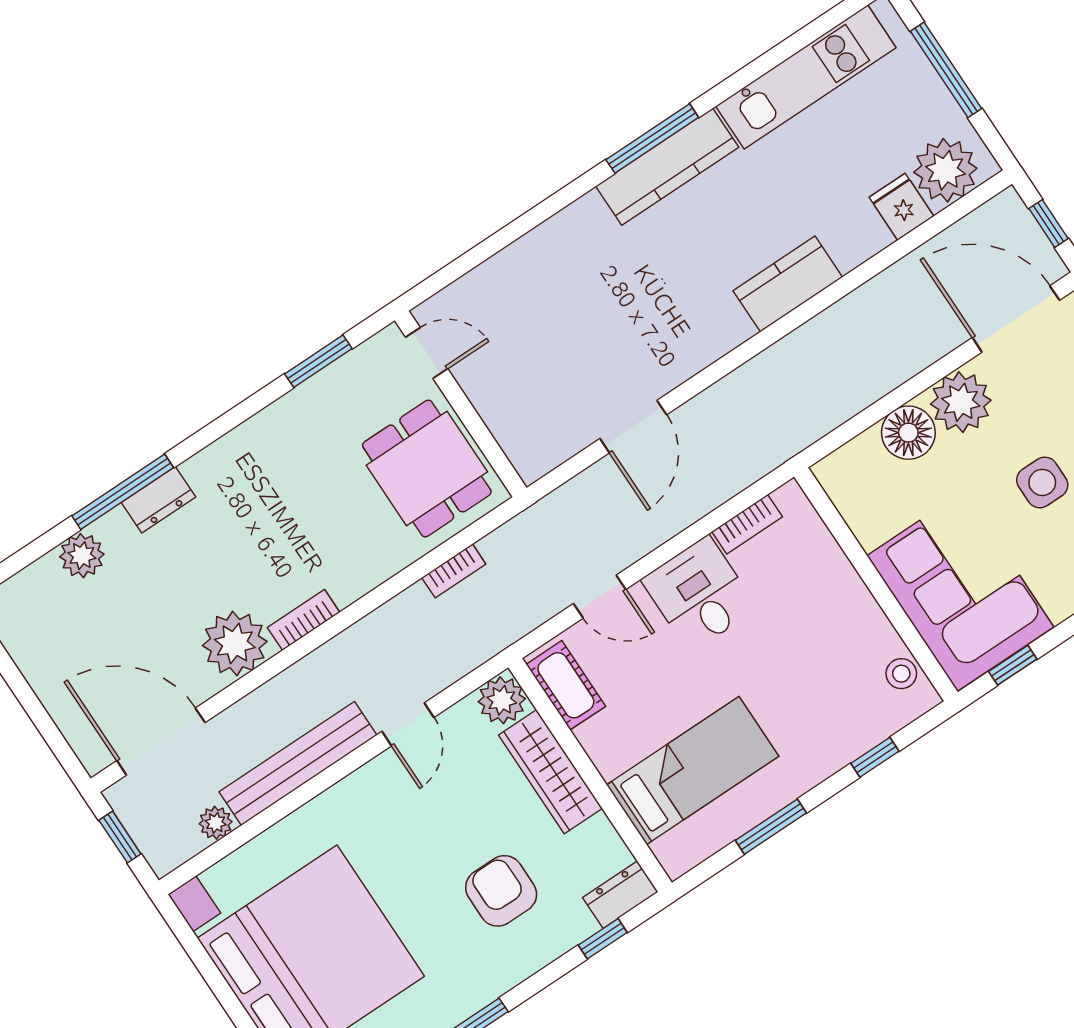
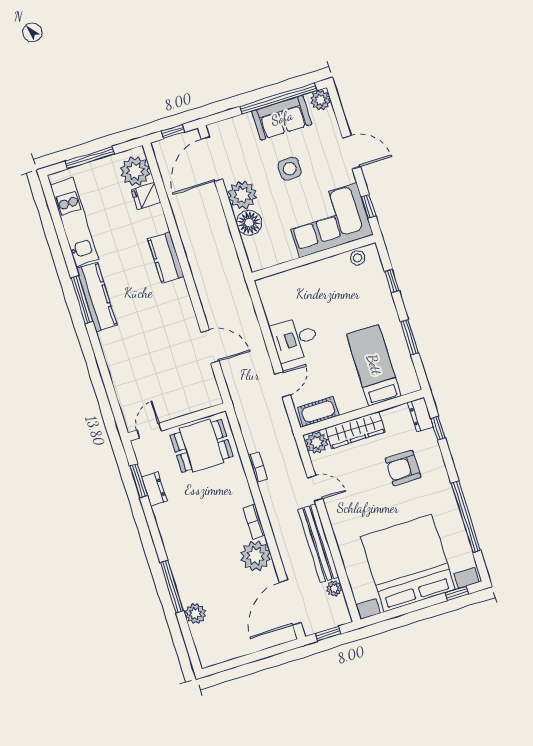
dresser: (159, 500) -> (154, 489), moved
bookcase: (747, 524) -> (269, 308), removed
bookcase: (454, 571) -> (258, 467), moved

